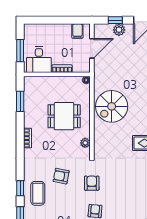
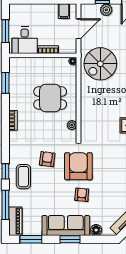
spiral stairs: (112, 106) -> (100, 64), moved
armchair: (61, 176) -> (47, 159), turned 86
armchair: (92, 183) -> (78, 166), width x1.88, depth x1.88

